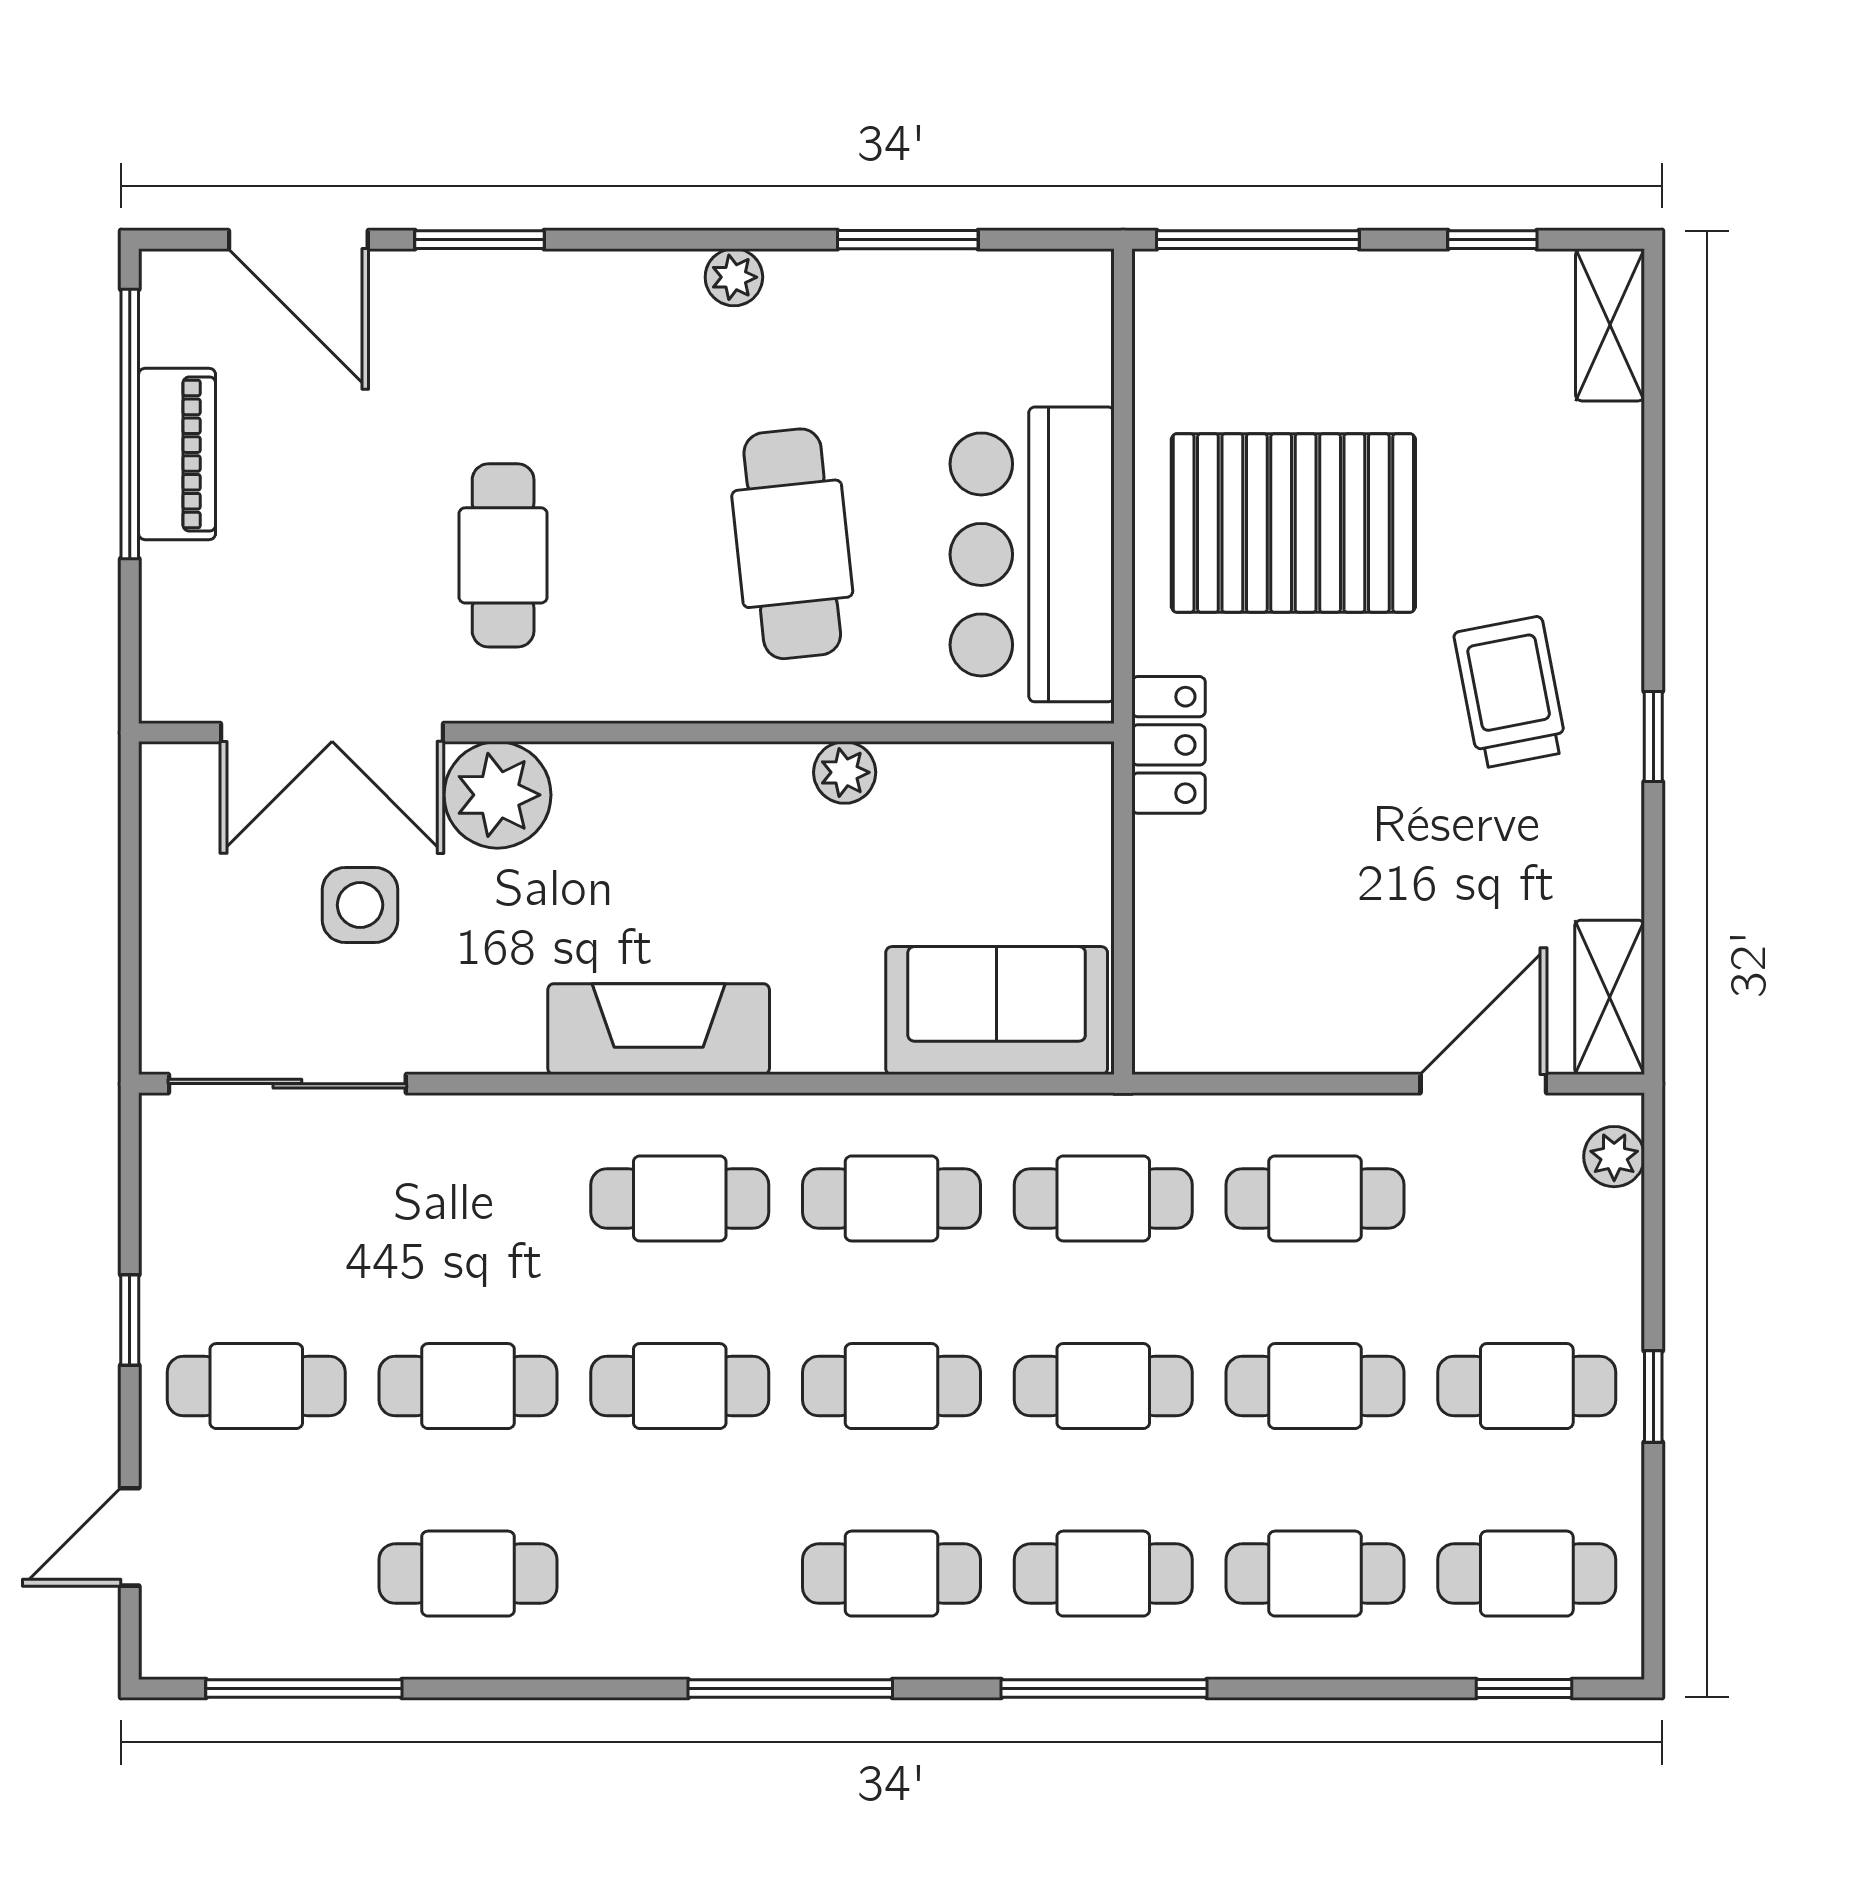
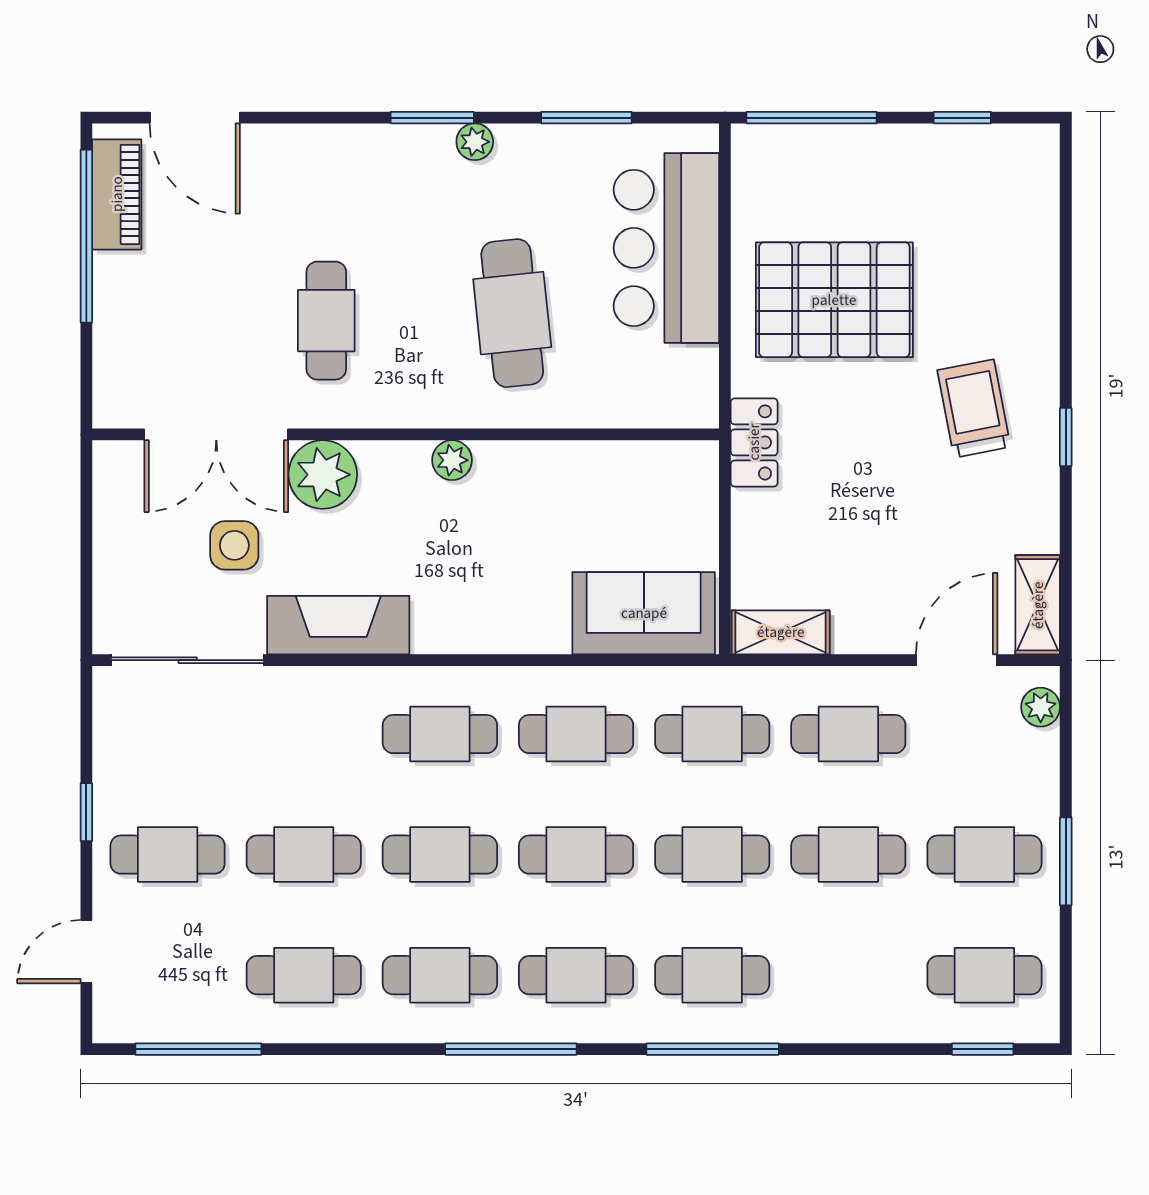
window: (480, 240) -> (432, 118), moved
shelving: (1610, 325) -> (781, 632), moved, turned 90
piano: (177, 454) -> (117, 194), moved
bar counter: (1032, 554) -> (666, 248), moved
plant: (845, 772) -> (452, 460), moved
fireplace: (659, 1029) -> (338, 625), moved
window: (1653, 1396) -> (1066, 861), width x1.50
cafe table: (1315, 1574) -> (440, 975), moved

